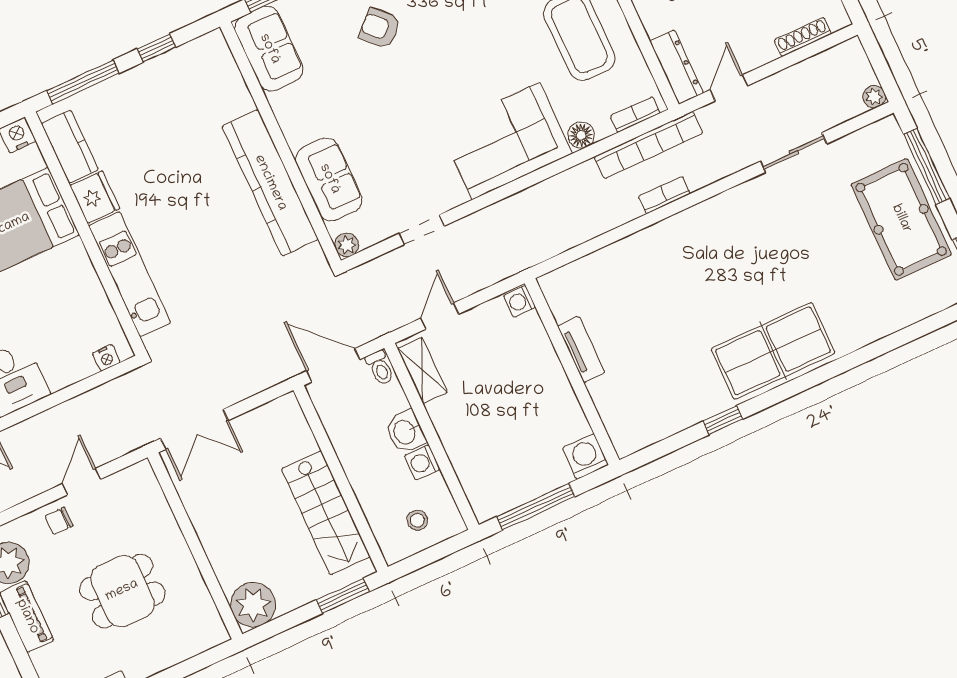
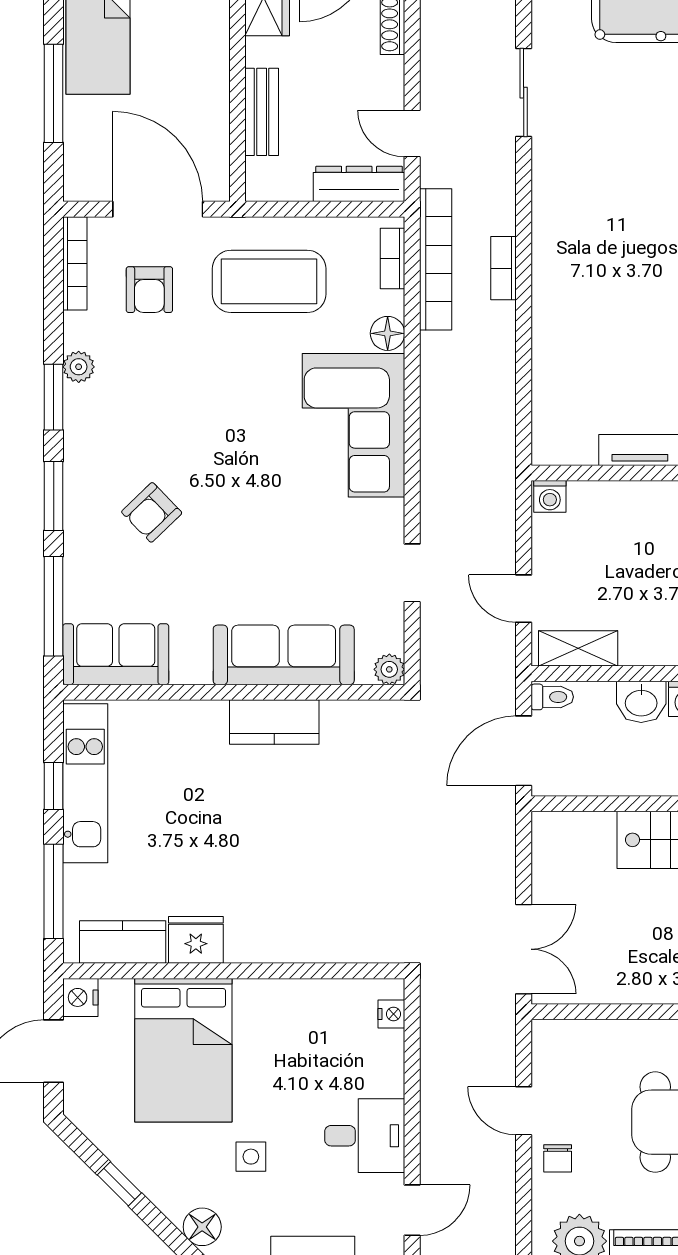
sofa: (329, 179) -> (284, 655), width x1.36
kitchen counter: (270, 183) -> (274, 722), width x0.48, depth x0.86
kitchen unit: (130, 274) -> (85, 783), moved, turned 90

